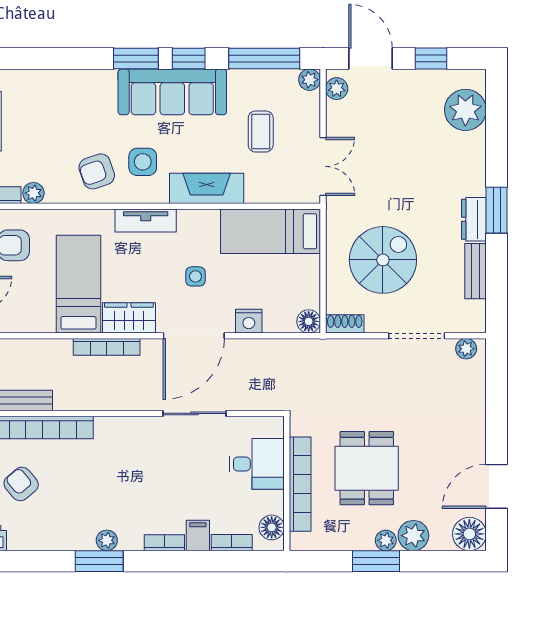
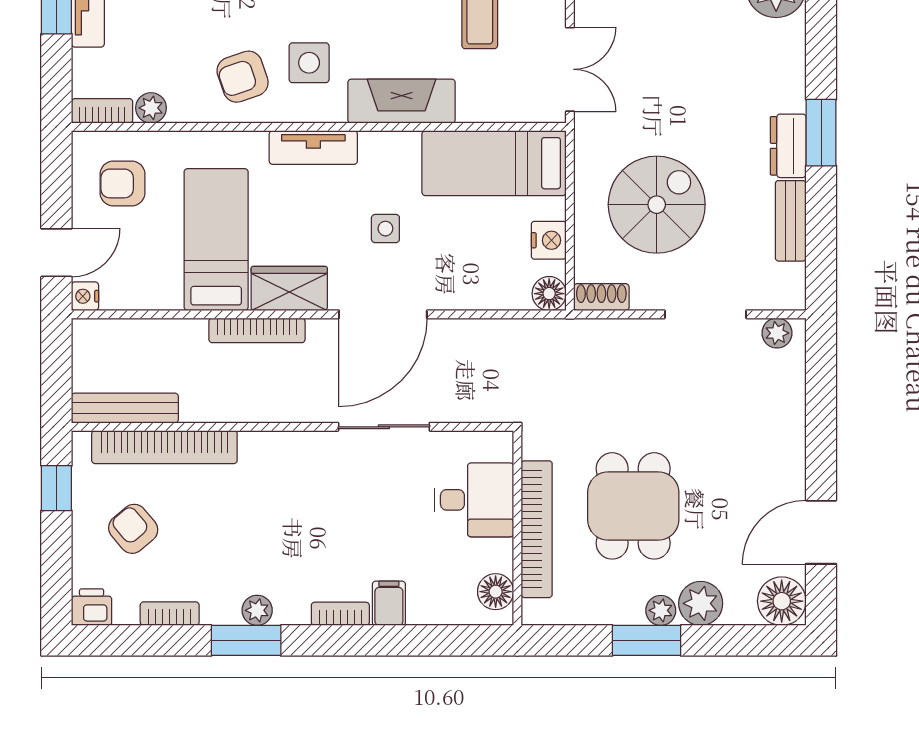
nightstand: (249, 321) -> (549, 240), moved, turned -90
bookcase: (232, 543) -> (170, 614), moved

